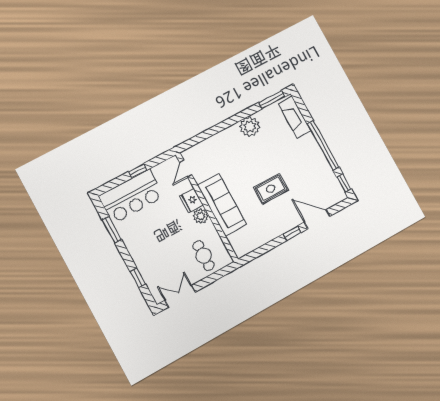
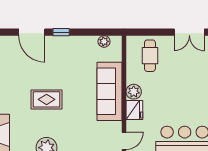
rug: (271, 189) -> (47, 99), moved
plant: (251, 246) -> (104, 41), added

